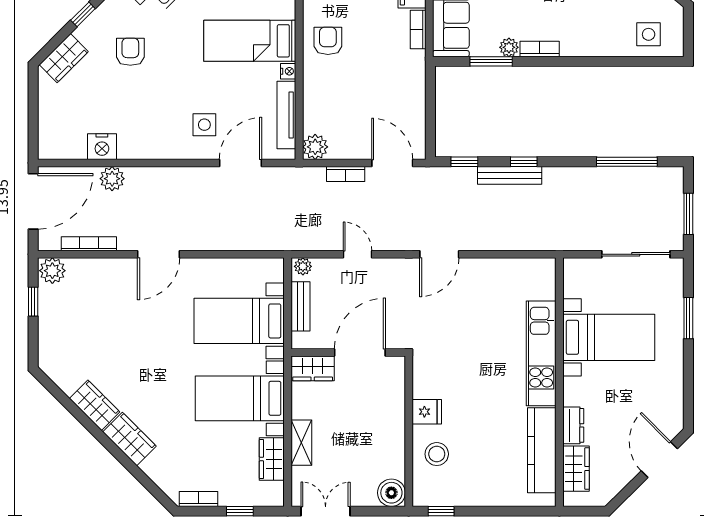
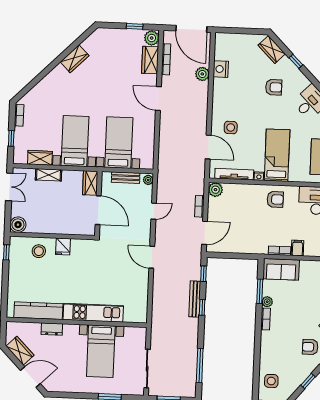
wardrobe: (130, 439) -> (150, 60), moved, turned 135
wardrobe: (576, 469) -> (20, 351), moved, turned -135

